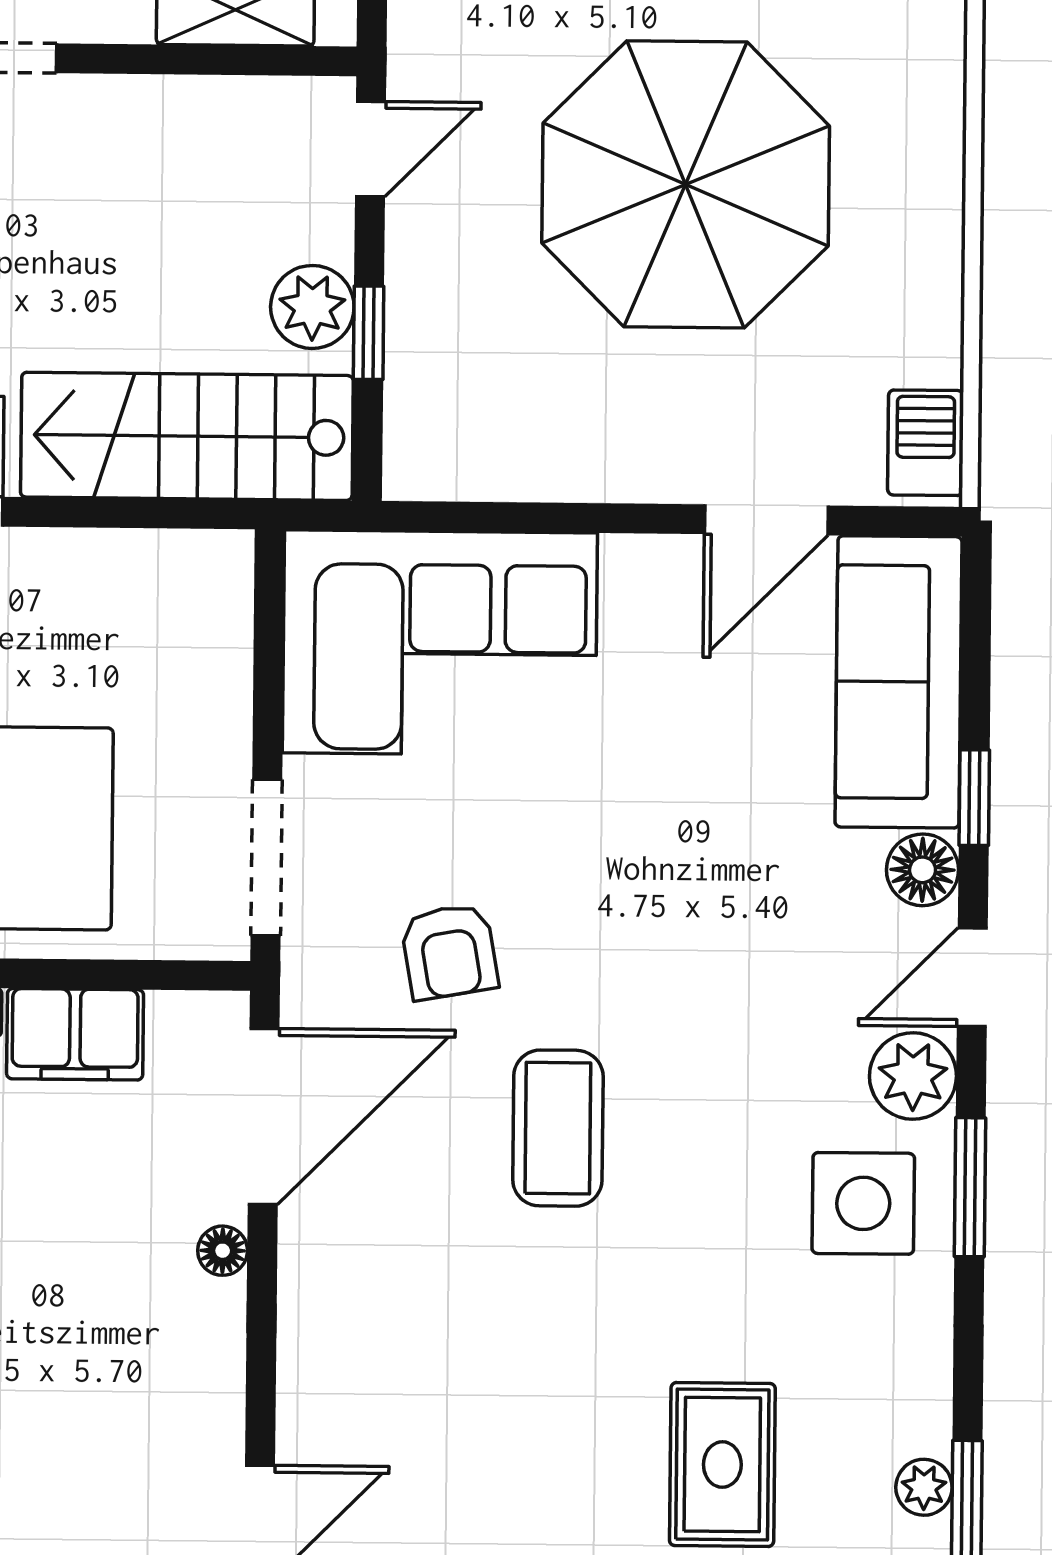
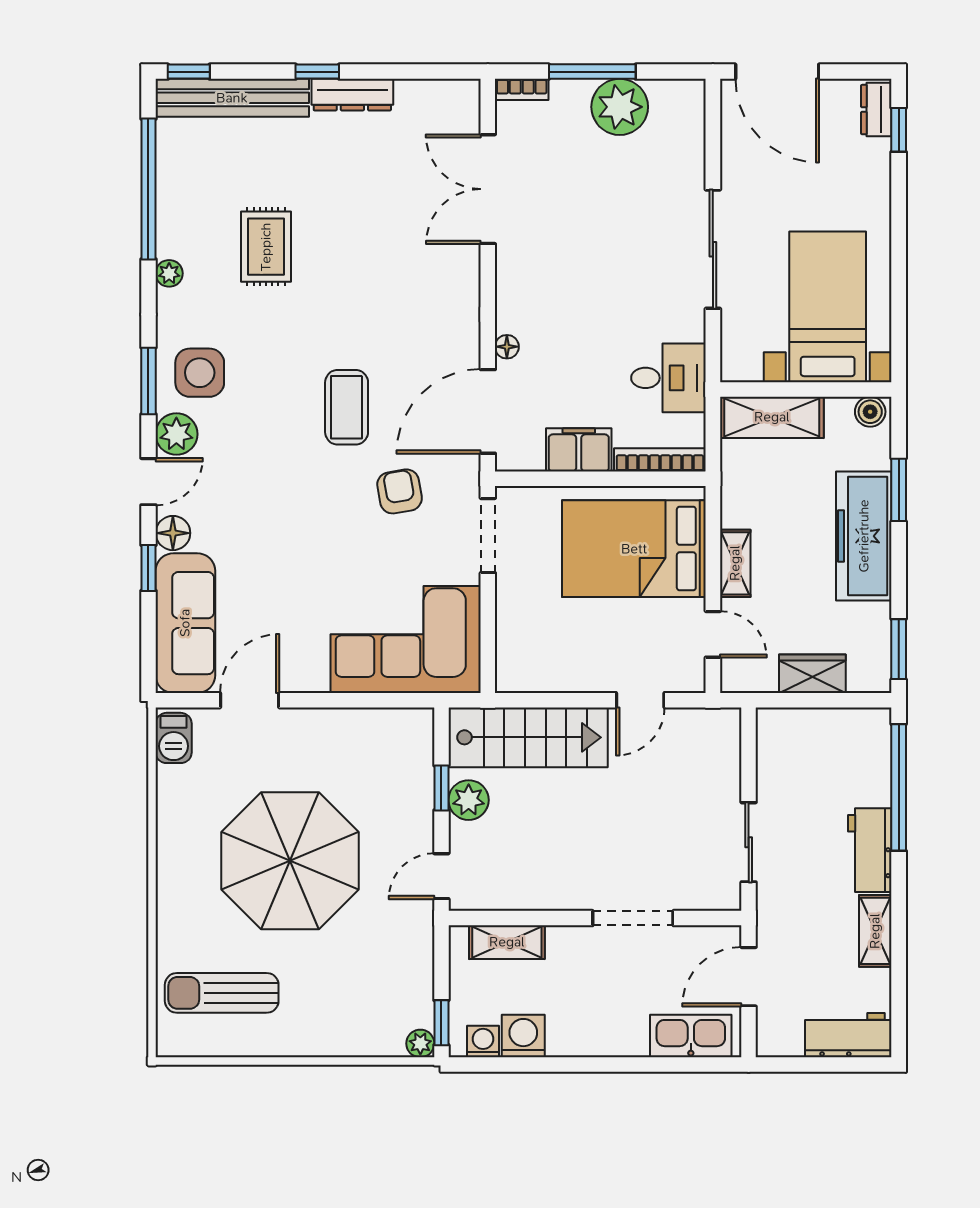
plant: (924, 1487) -> (169, 273), moved

